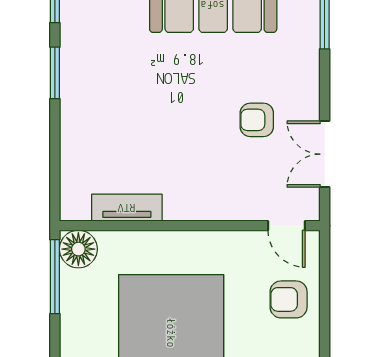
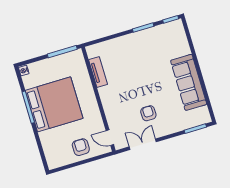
door: (287, 226) -> (110, 138), hinge flipped
floor lamp: (78, 249) -> (76, 58), removed

